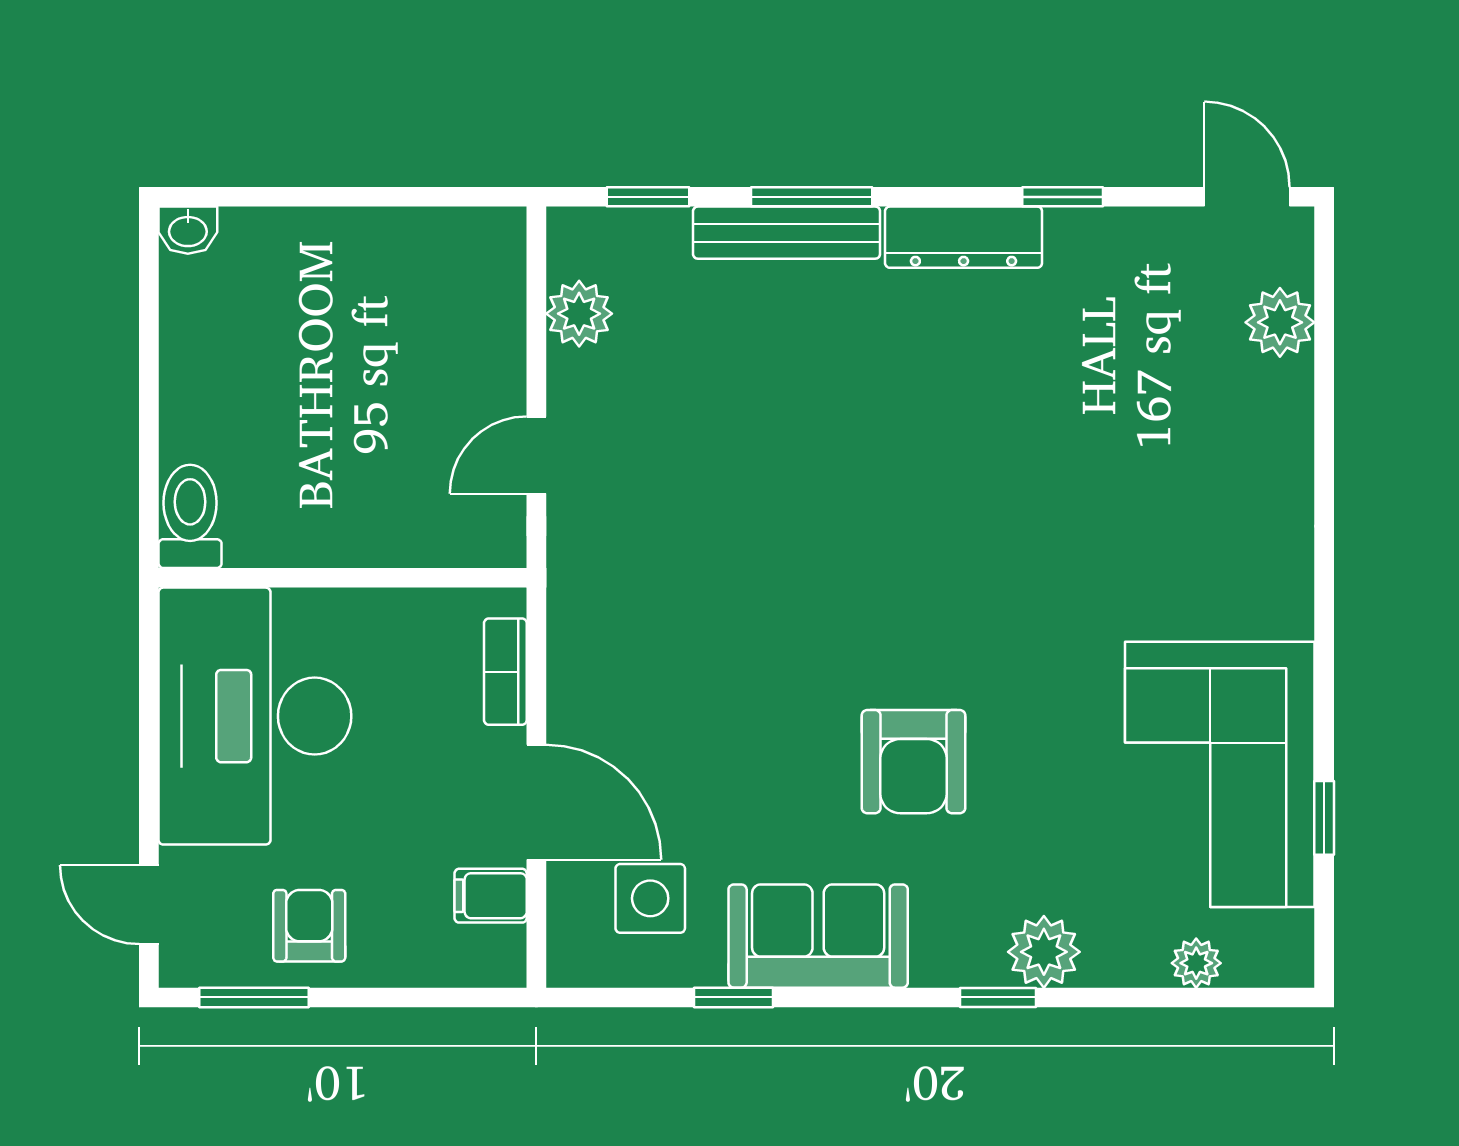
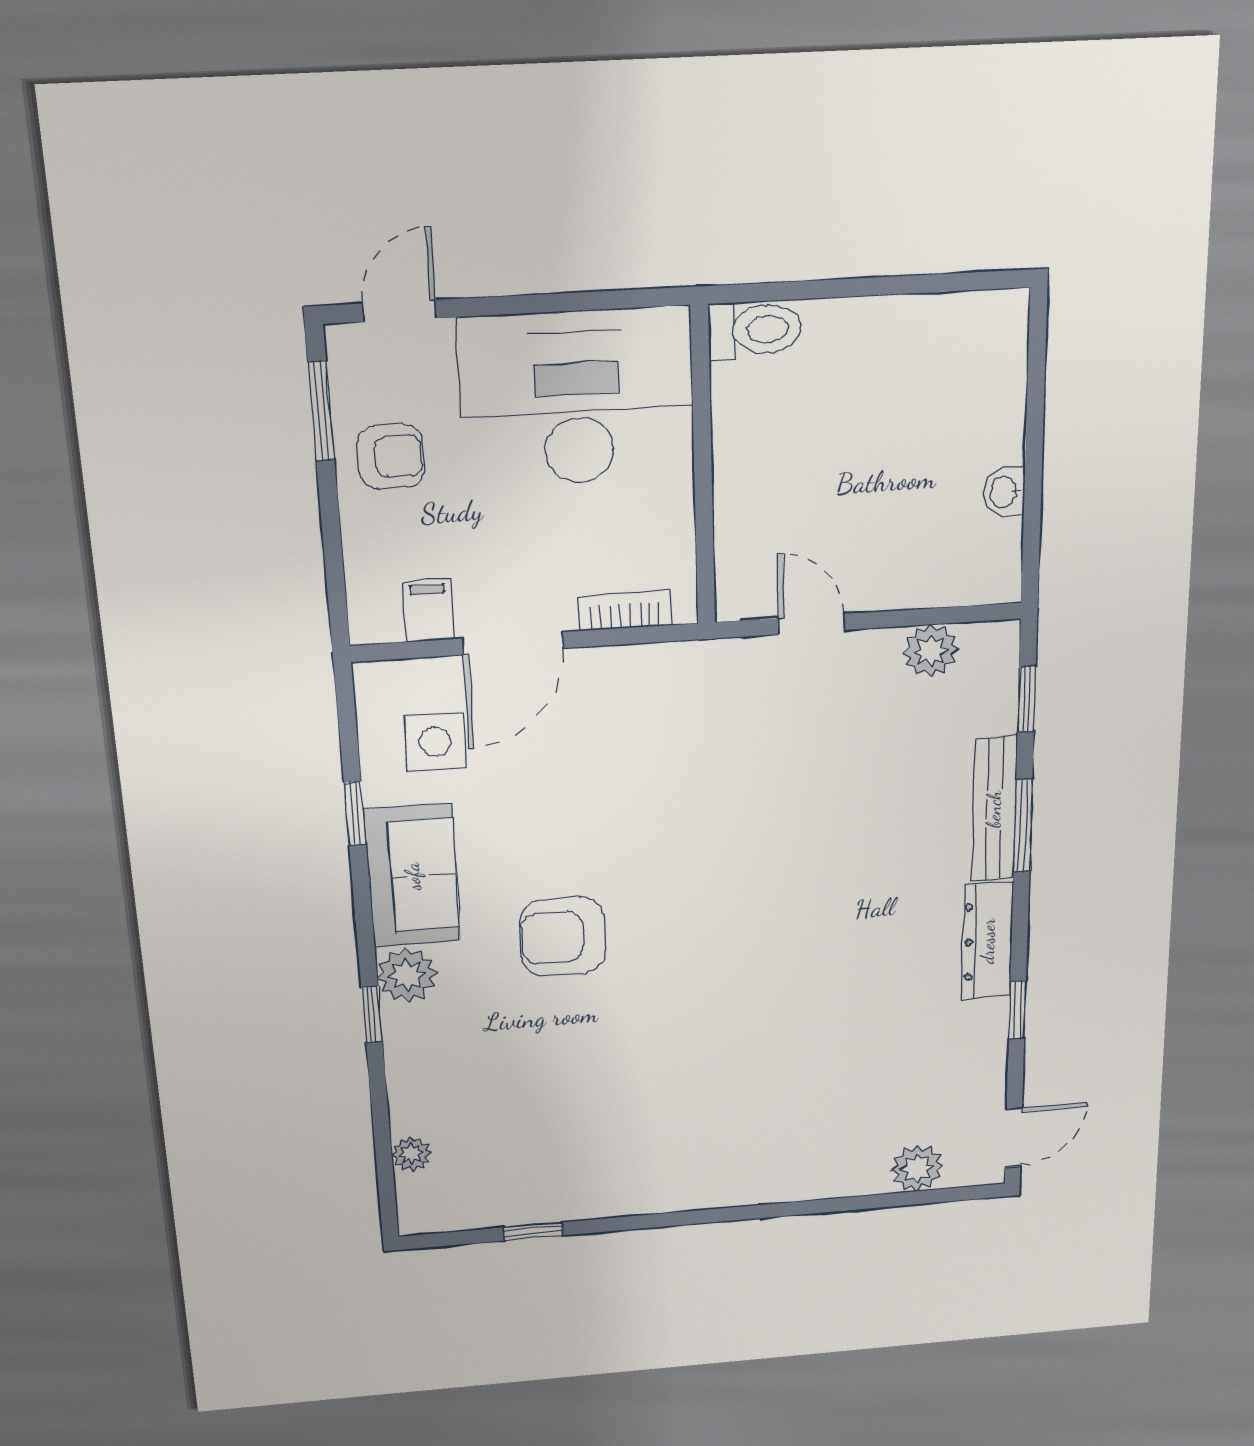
washbasin: (188, 230) -> (1004, 492), moved
corner sofa: (1220, 774) -> (564, 1157), removed
plant: (1044, 952) -> (407, 975), moved

